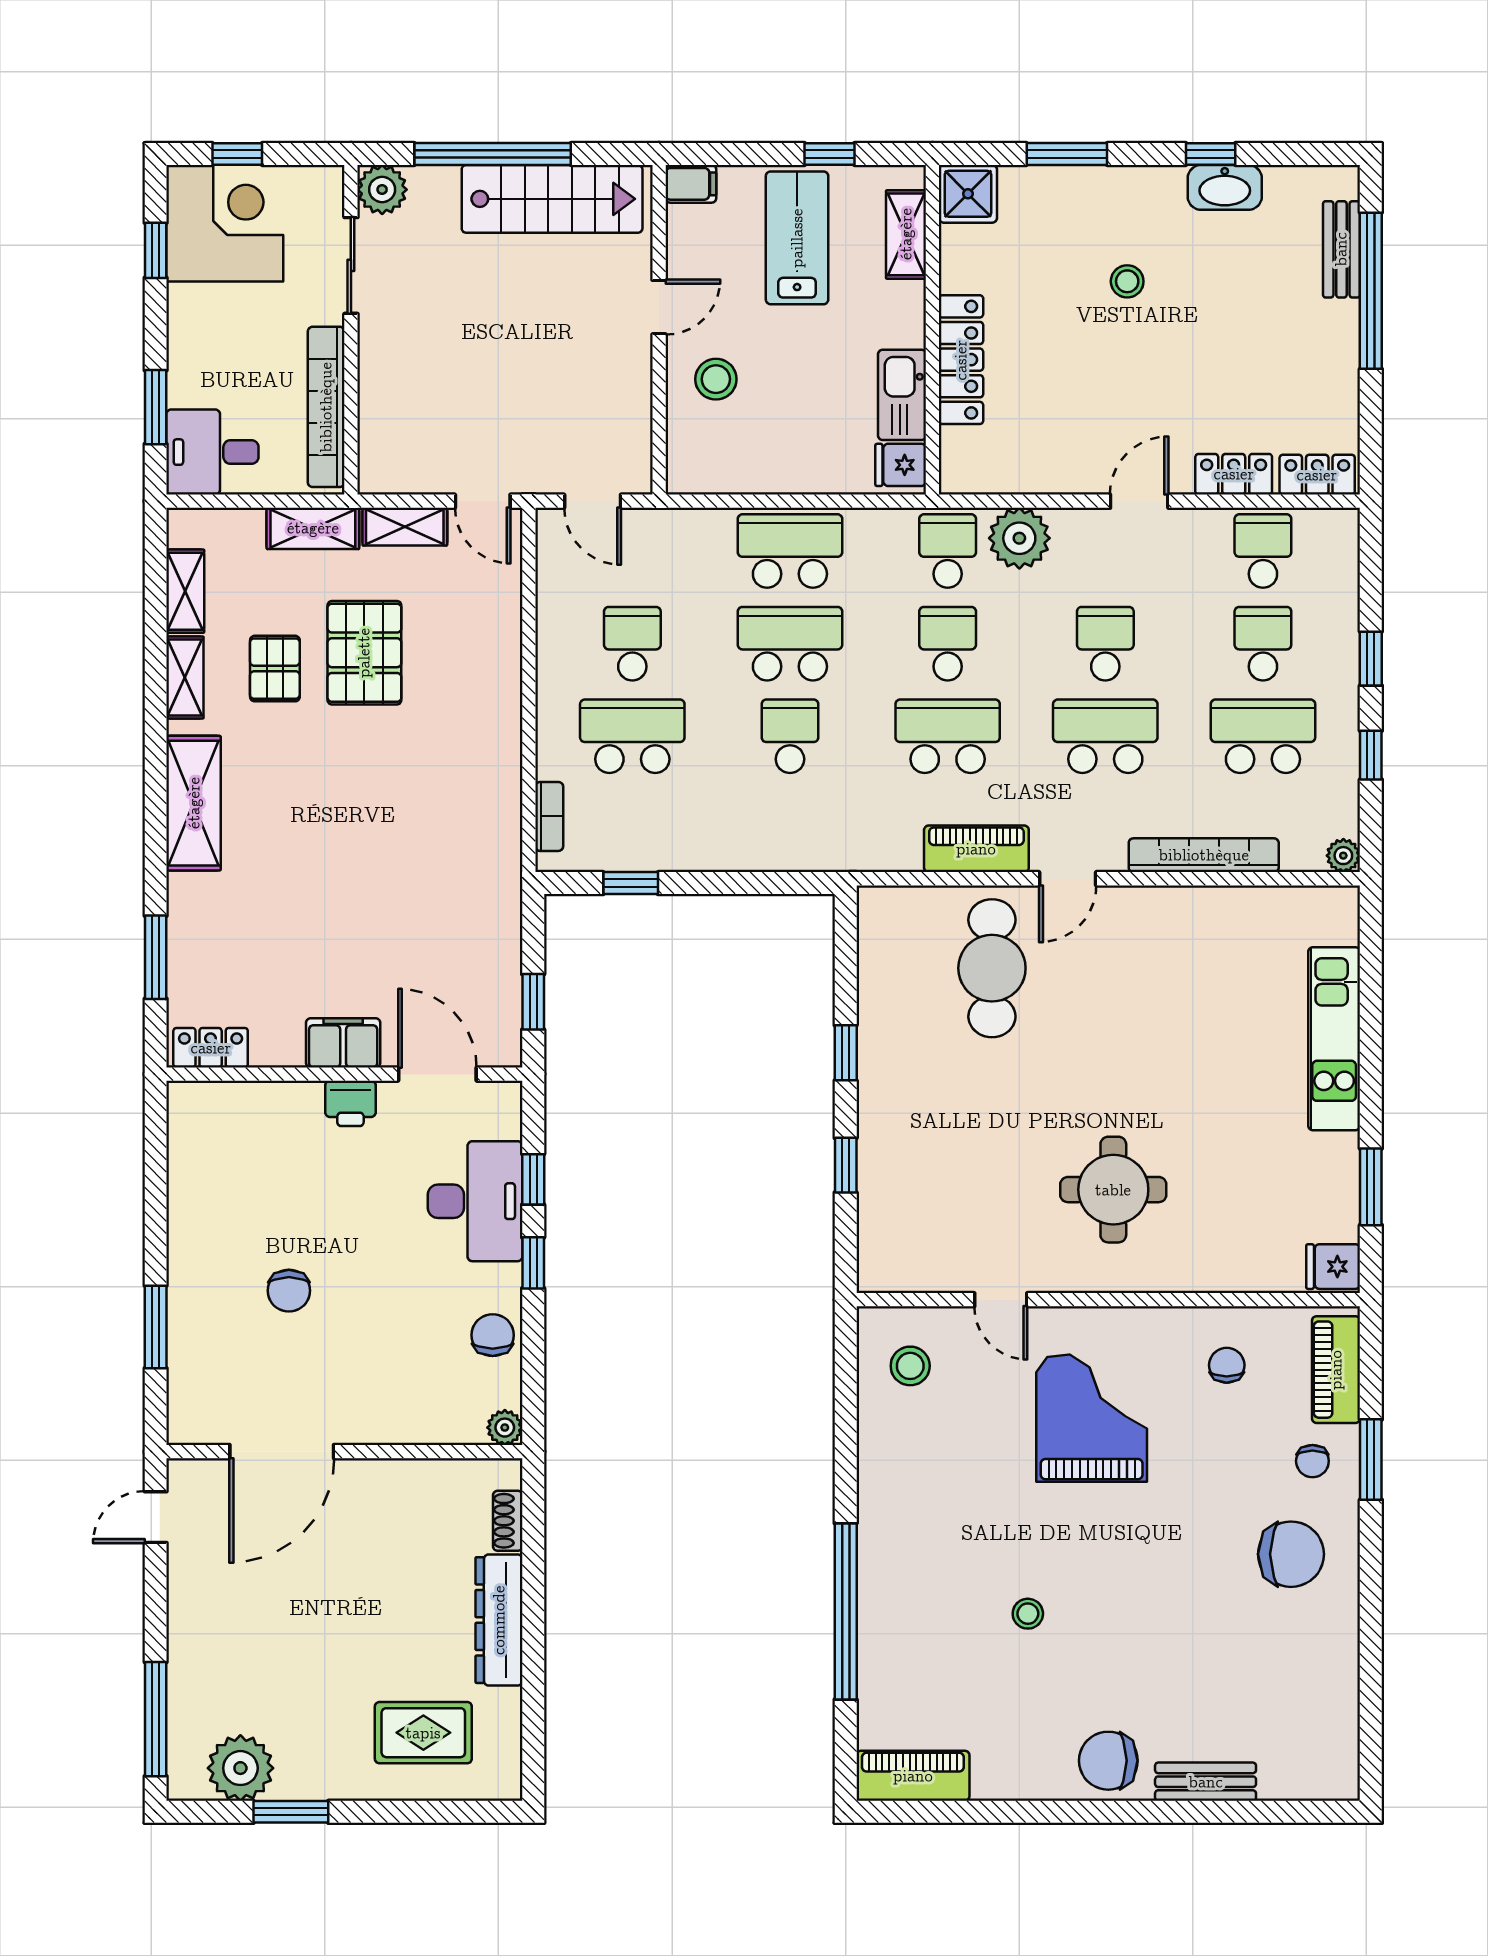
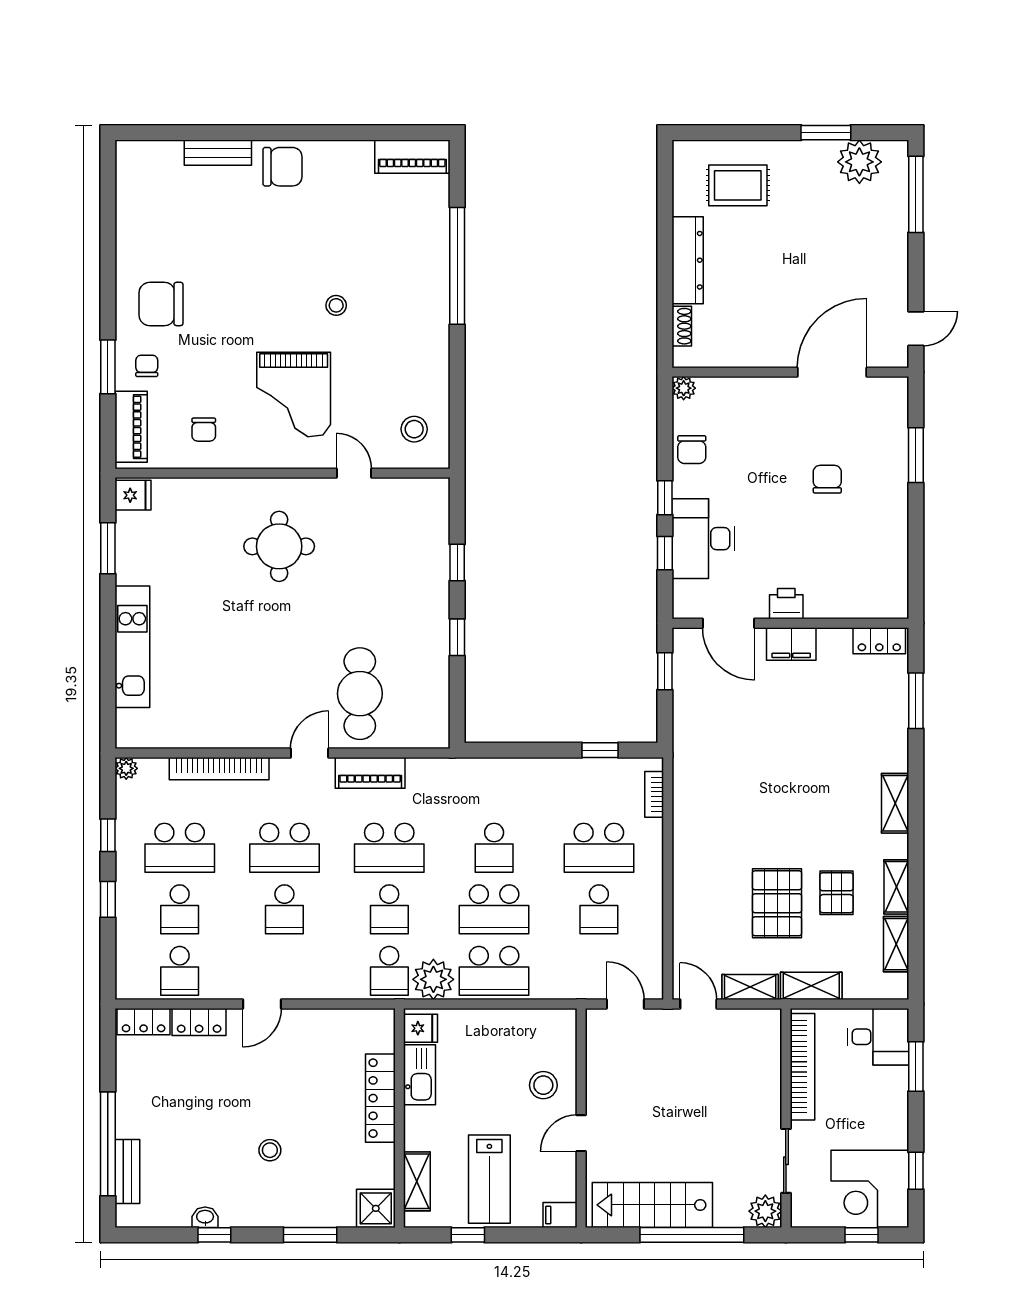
washbasin: (1225, 187) -> (205, 1217), width x0.52, depth x0.69
plant: (1019, 538) -> (433, 979), moved
shelving: (194, 803) -> (895, 803), width x0.67, depth x0.75
stool: (1028, 1614) -> (336, 305), moved

